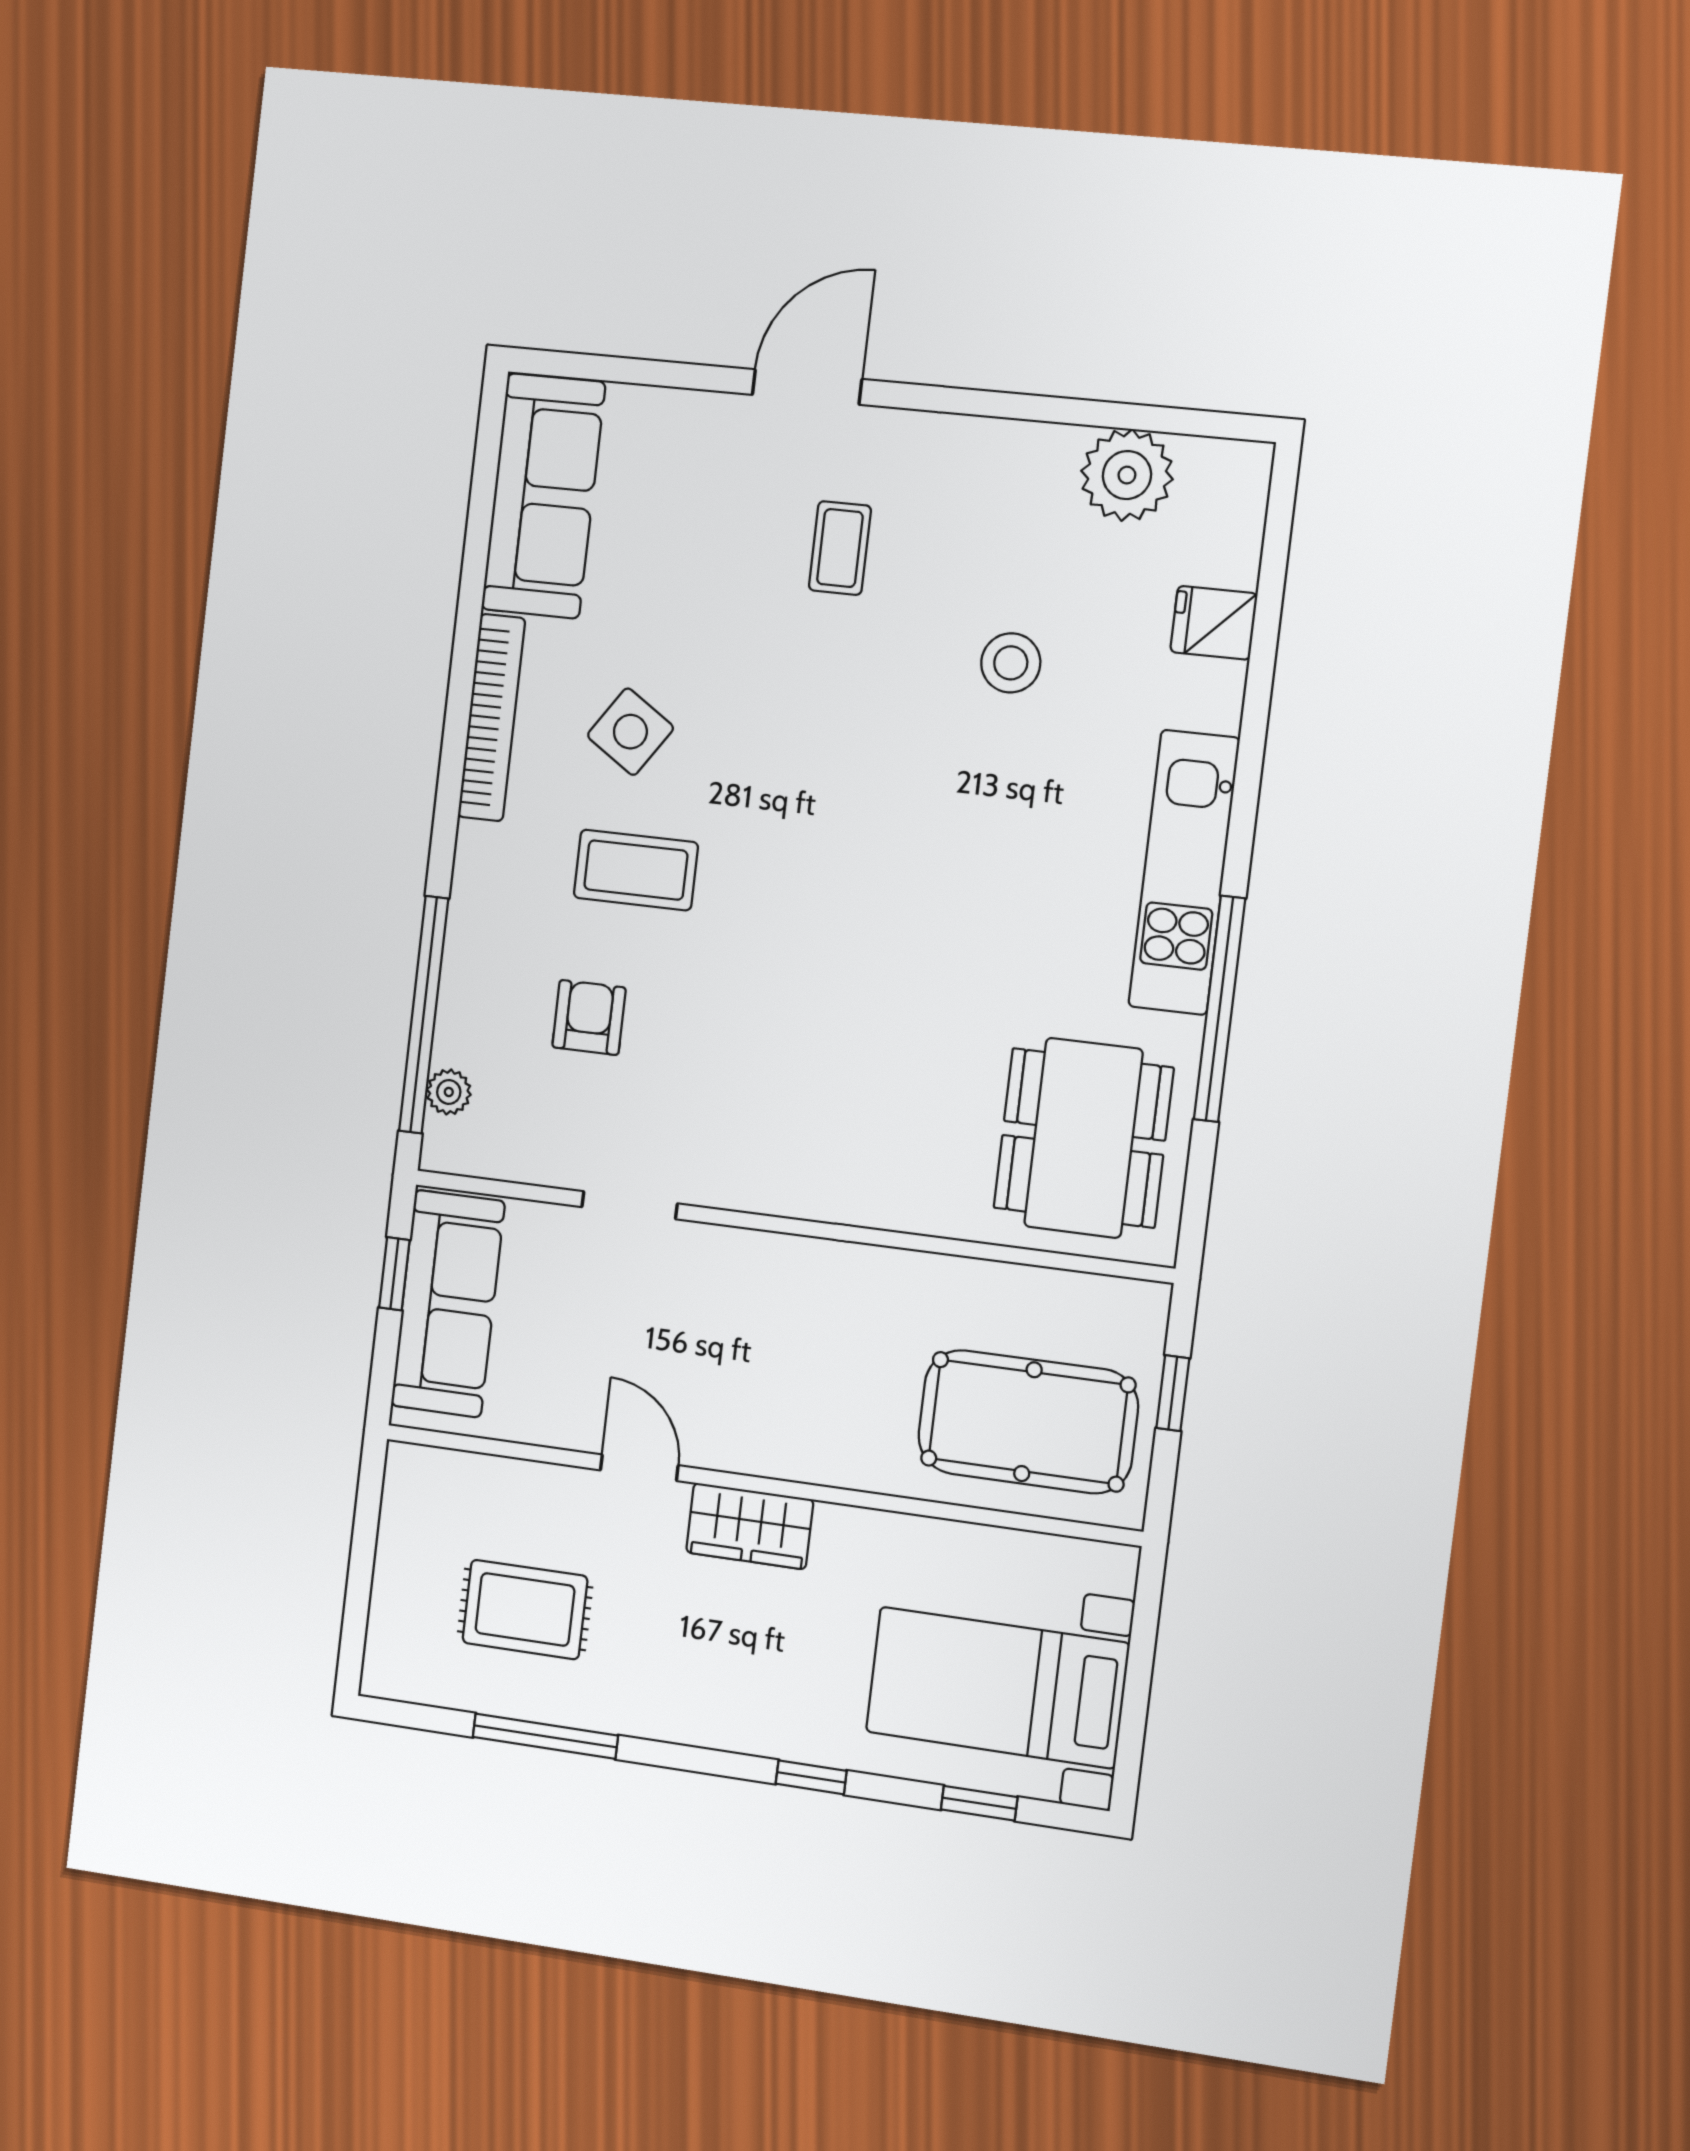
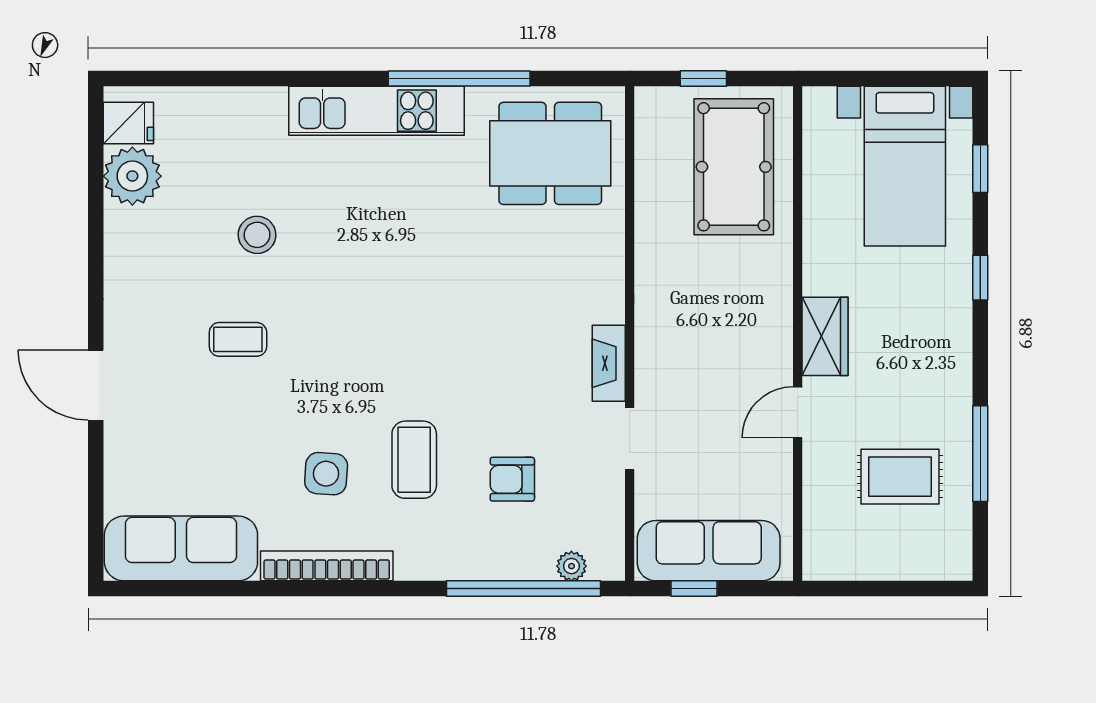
coffee table: (840, 548) -> (238, 339), moved
fridge: (1214, 623) -> (128, 123), moved, turned -90
side table: (630, 732) -> (326, 474), turned -30
fireplace: (747, 1188) -> (609, 363), added
rug: (525, 1609) -> (900, 477), turned 90

